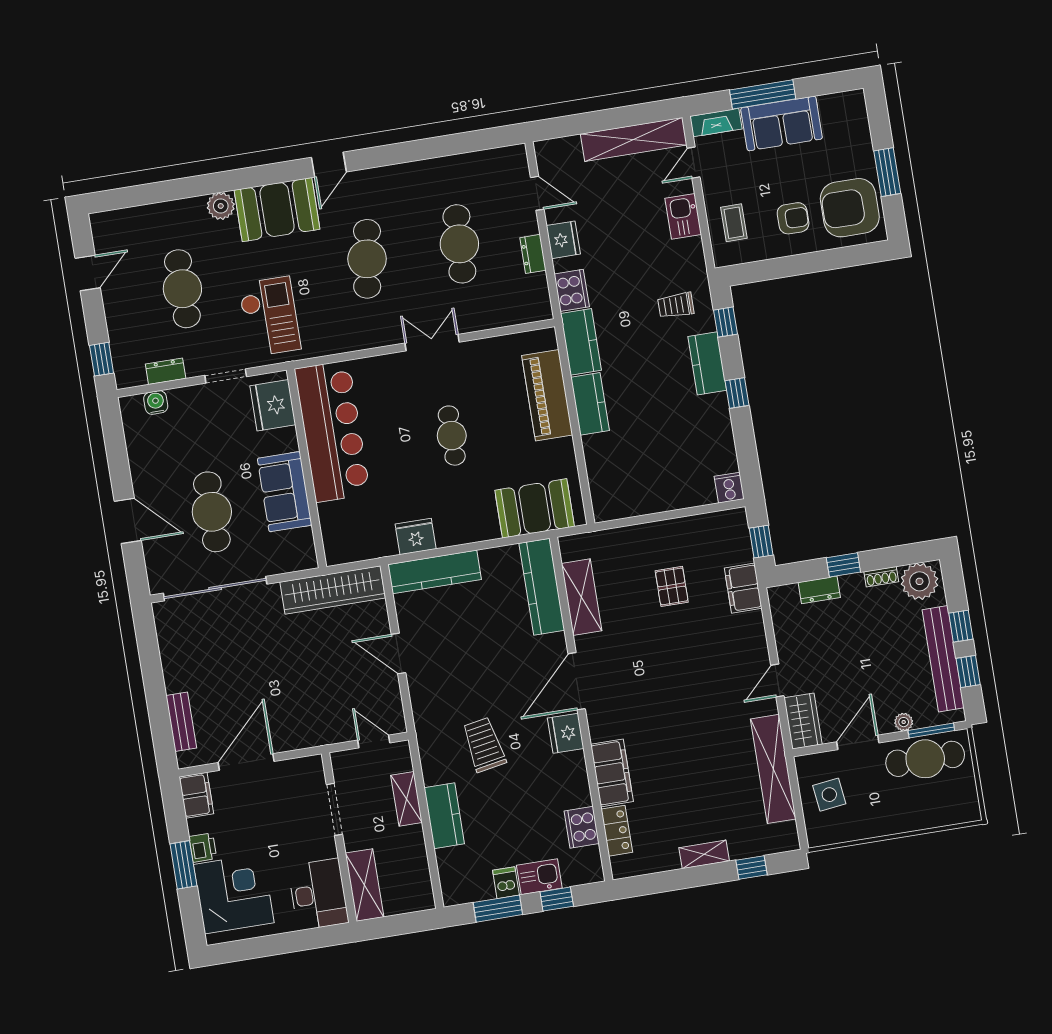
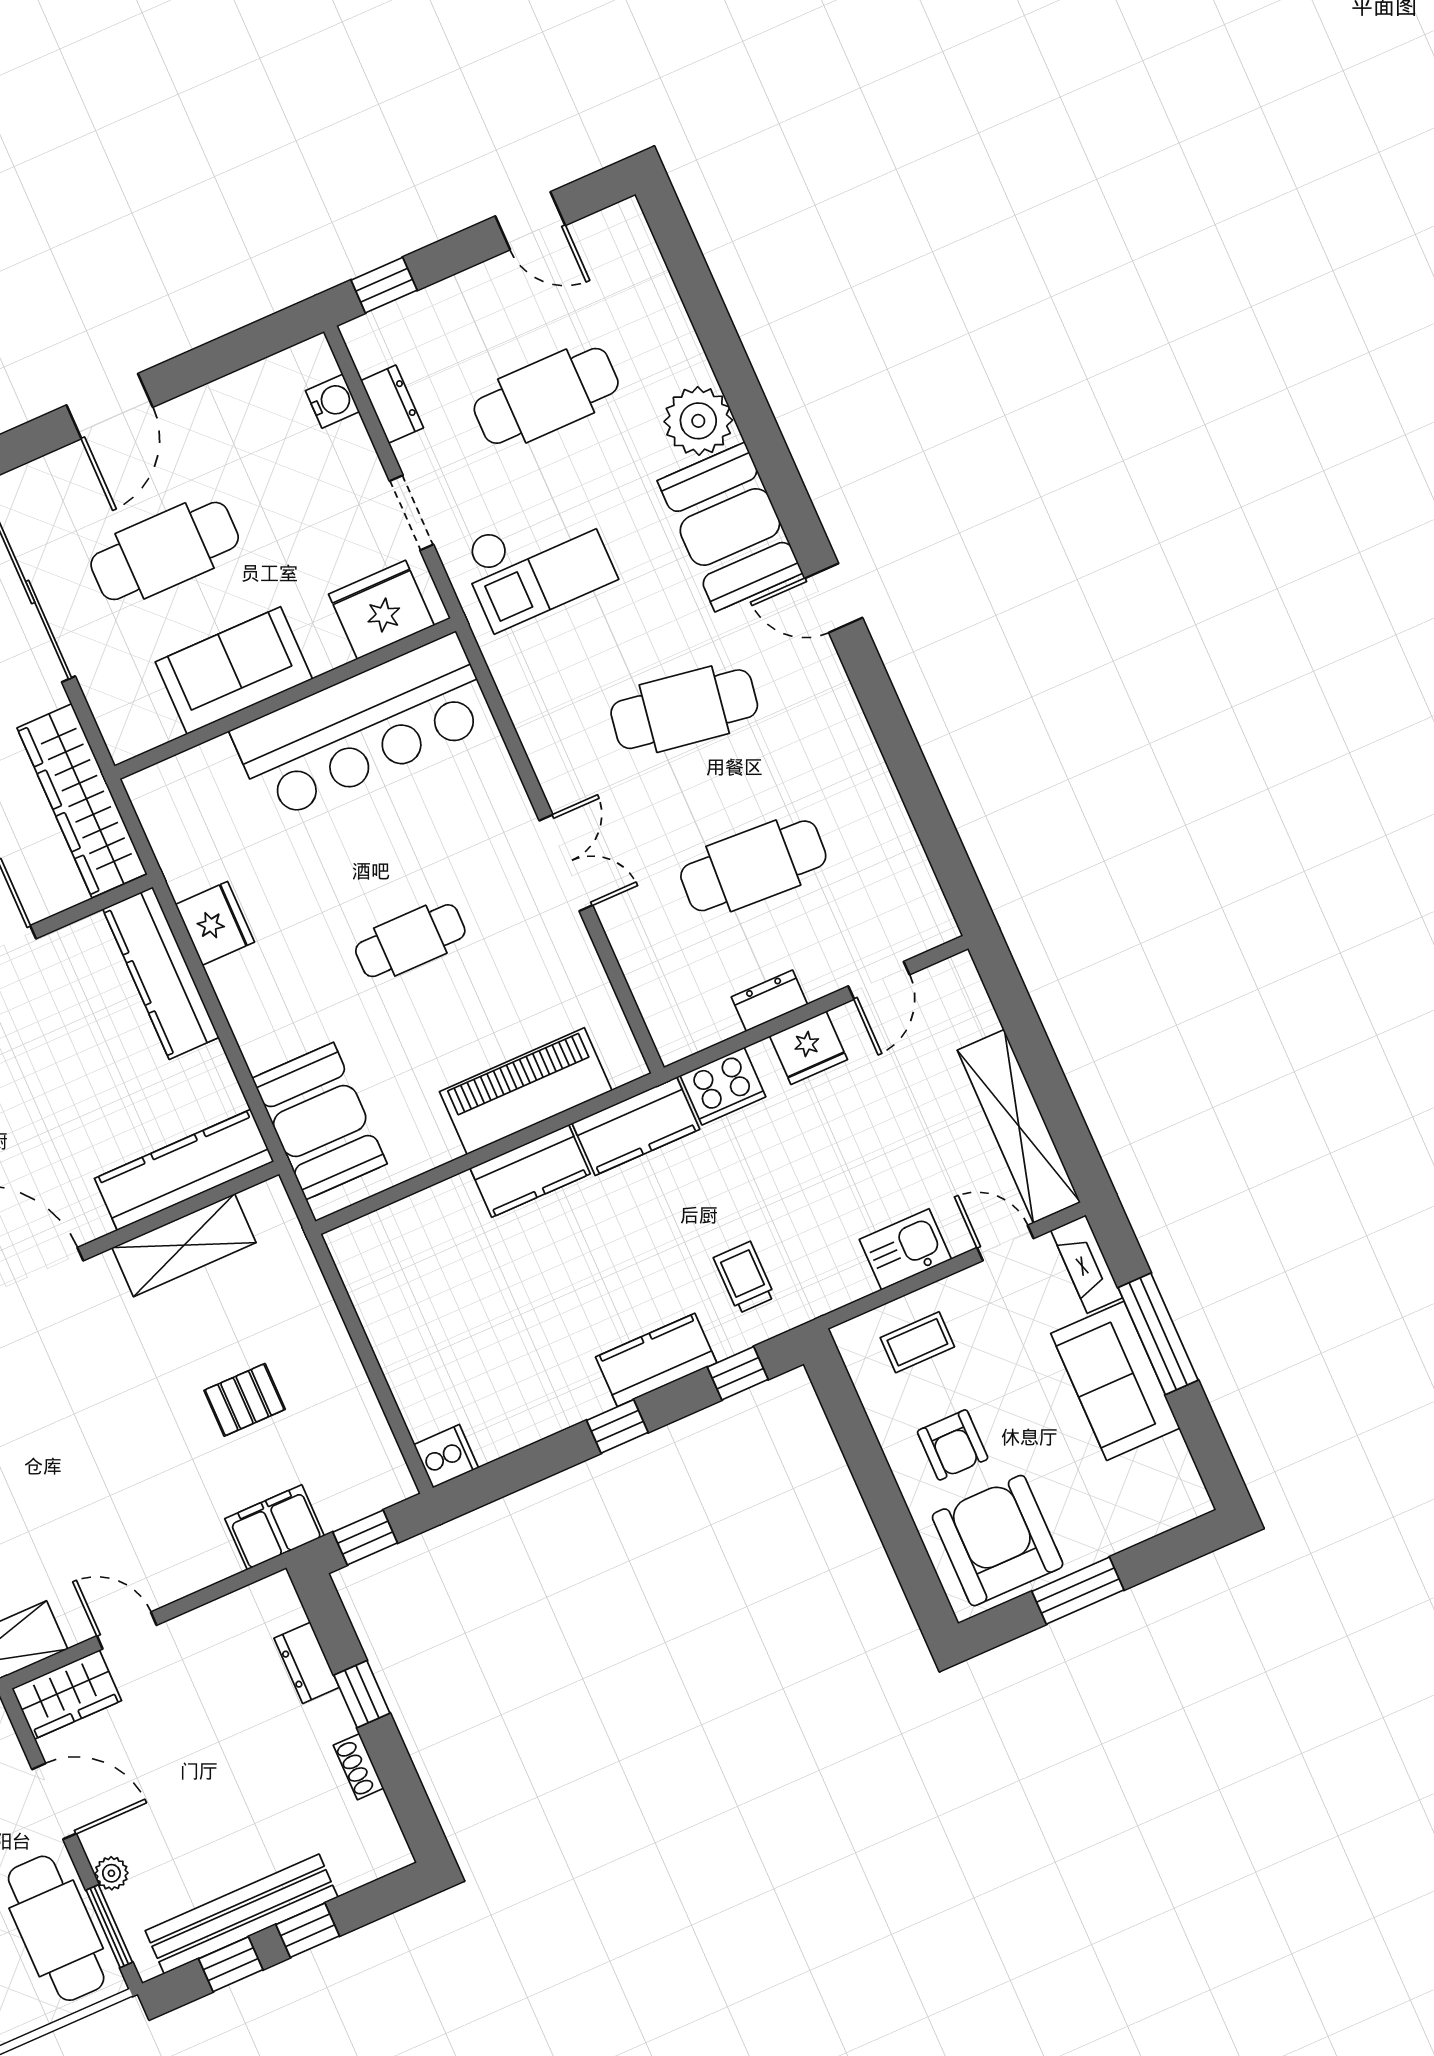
plant: (221, 206) -> (698, 421), width x1.36, depth x1.36
plant: (919, 581) -> (368, 1836), removed

